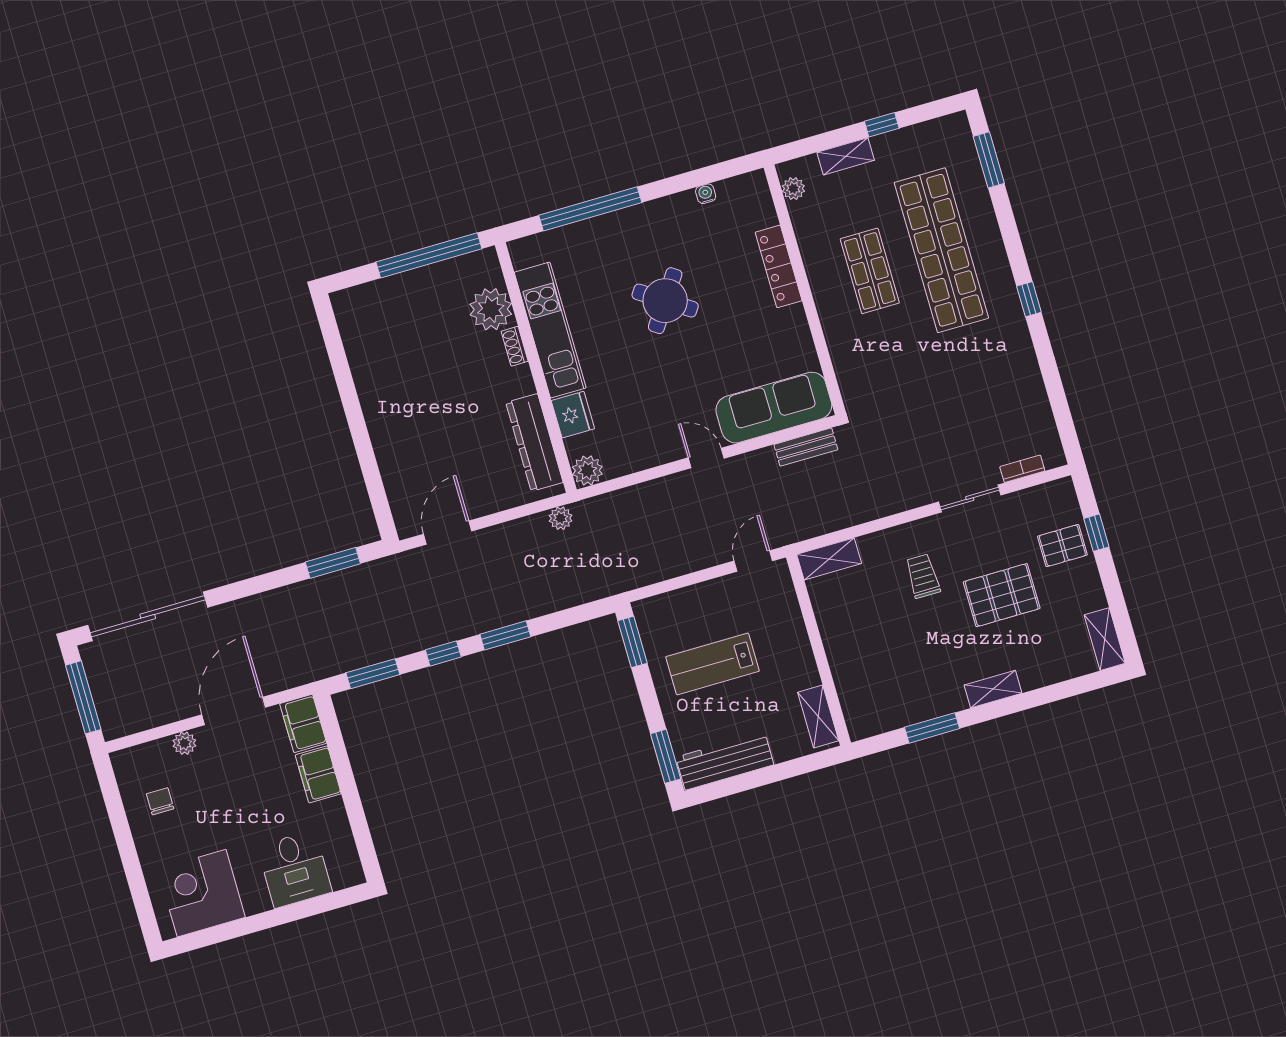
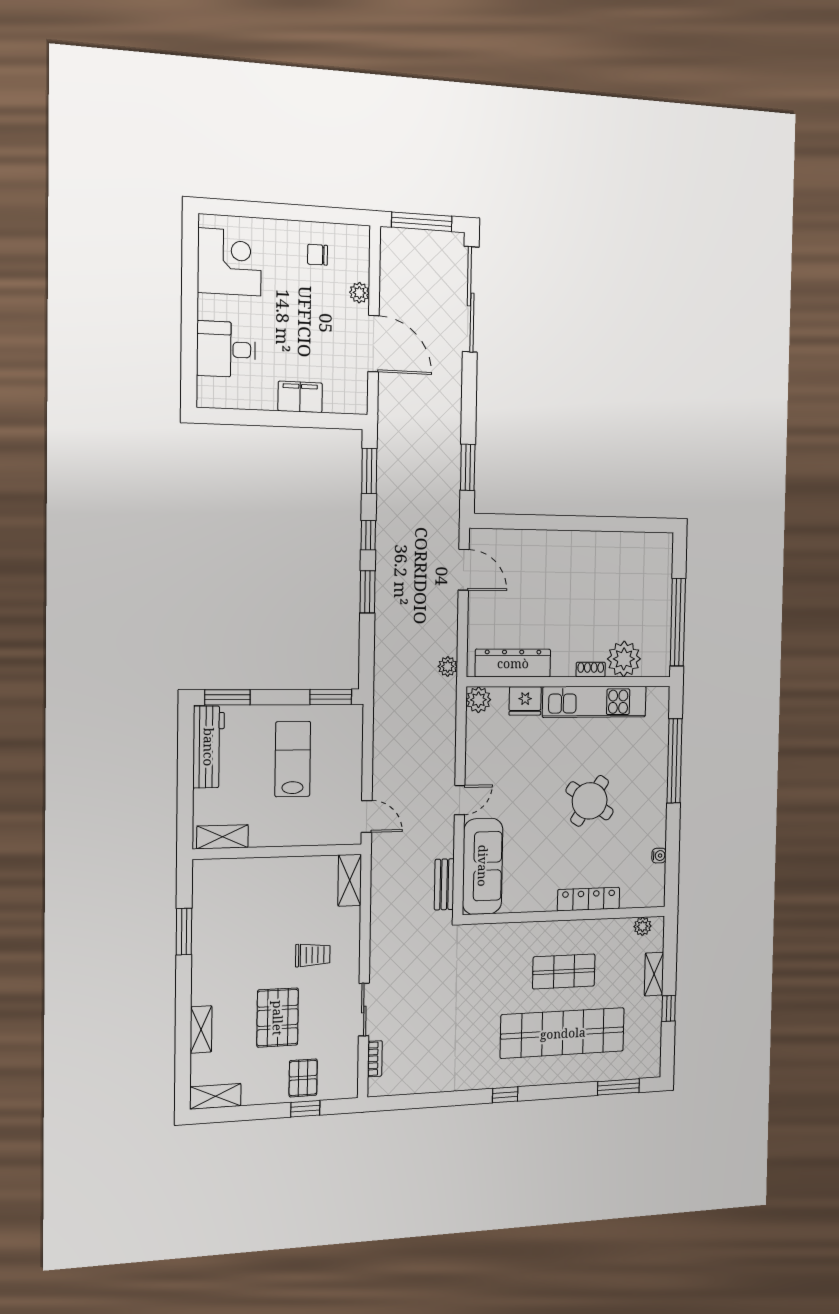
shelving: (993, 689) -> (201, 1029), moved
filing cabinet: (303, 723) -> (346, 399), removed
chair: (160, 801) -> (318, 255), turned 180

